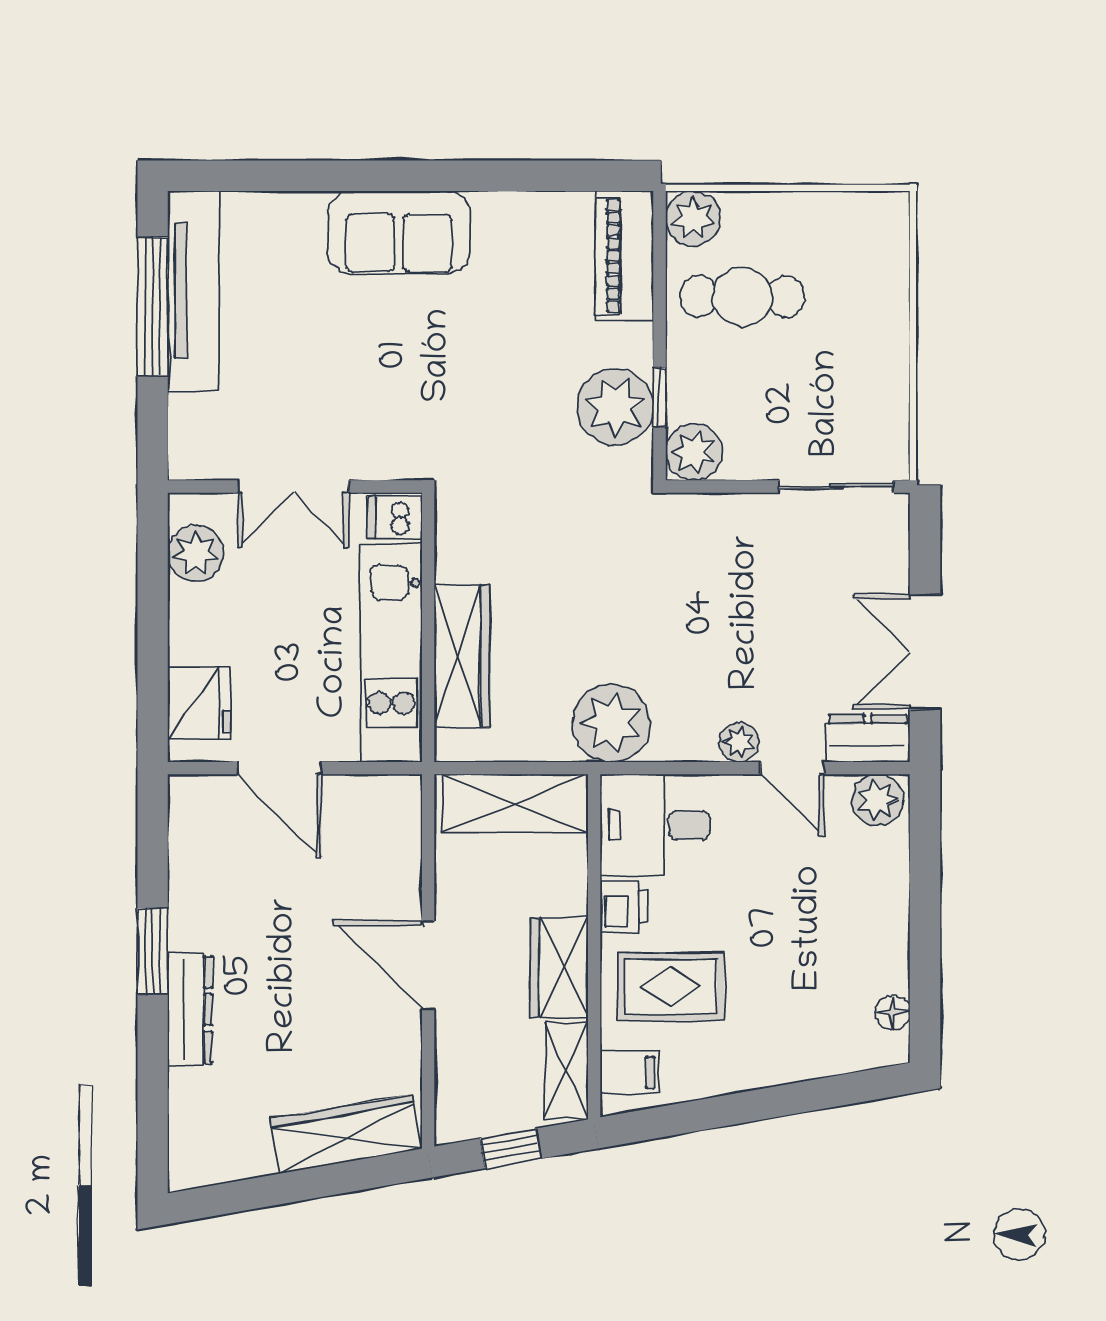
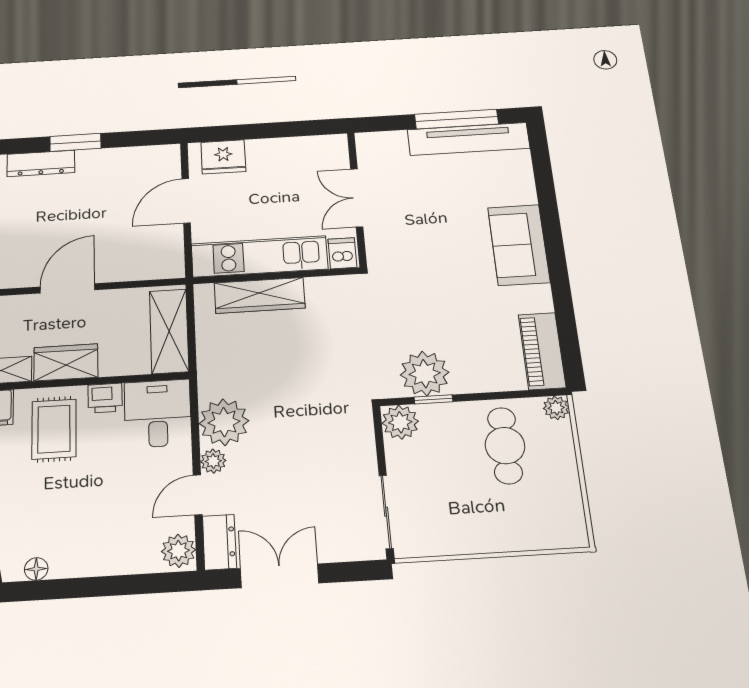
plant: (693, 218) -> (556, 408), width x0.73, depth x0.73
piano: (624, 256) -> (542, 351), moved, turned -90
plant: (196, 554) -> (312, 150), removed
plant: (611, 723) -> (224, 422), moved

